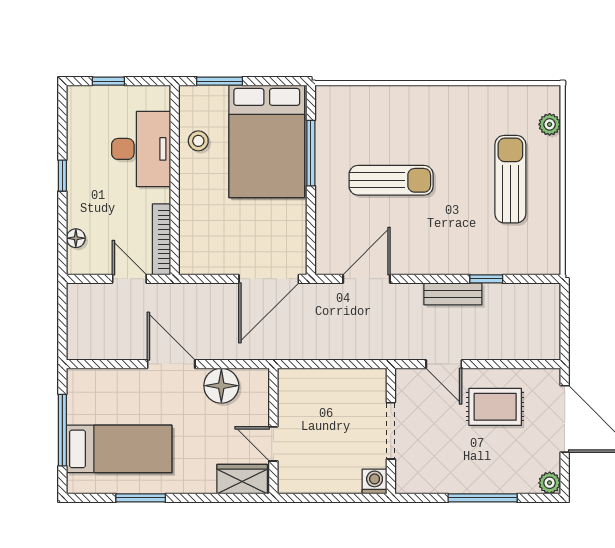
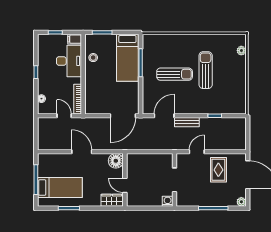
filing cabinet: (154, 97) -> (75, 39), added
bed: (267, 141) -> (127, 58), width x0.67
sun lounger: (510, 179) -> (206, 70), moved
bench: (453, 294) -> (187, 122), moved
door: (444, 364) -> (197, 152), swing flipped
floor lamp: (221, 386) -> (116, 161), moved
rug: (495, 407) -> (218, 170), turned 90

